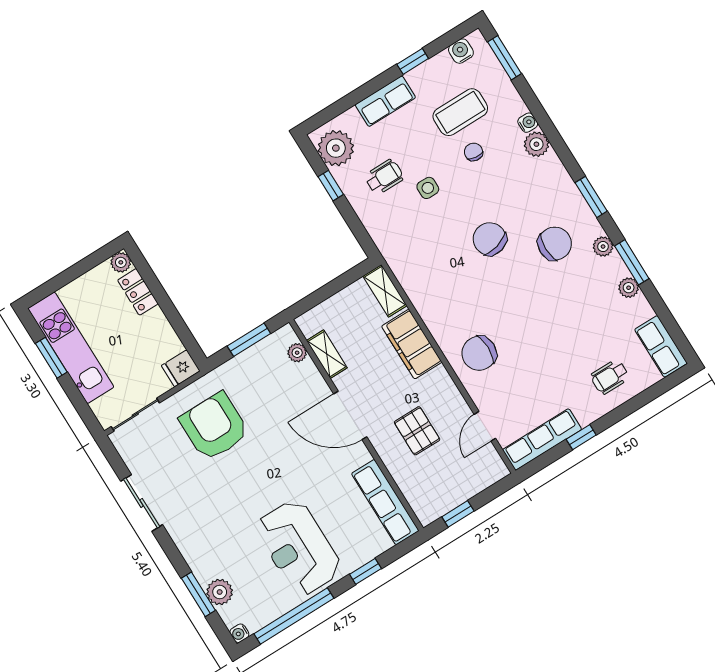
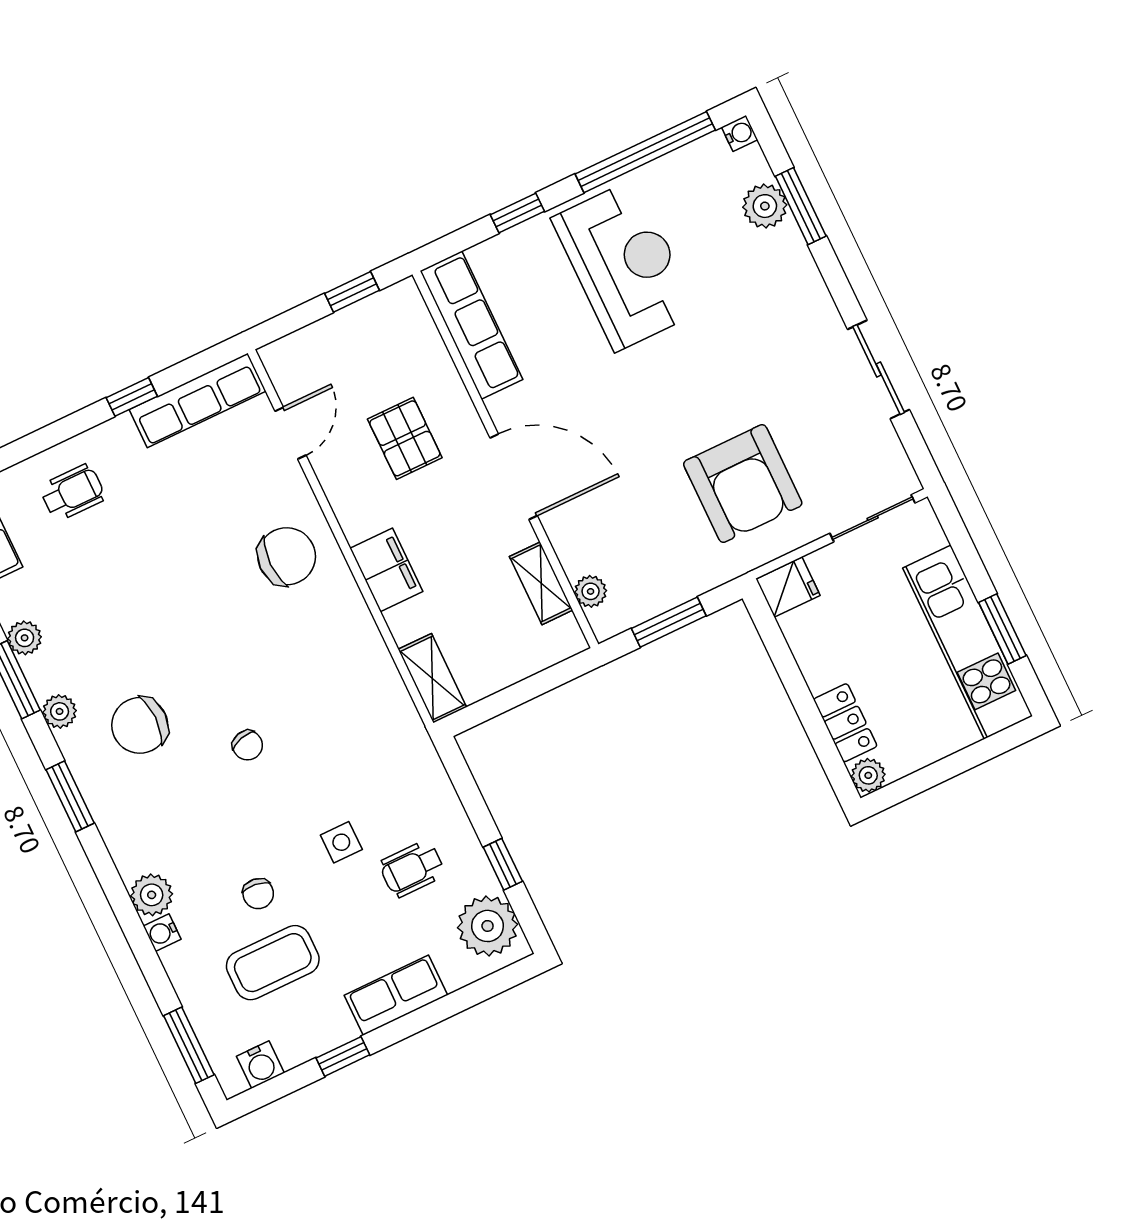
chair: (490, 239) -> (248, 745), width x0.54, depth x0.54
filing cabinet: (412, 344) -> (386, 570), width x0.67, depth x0.86

